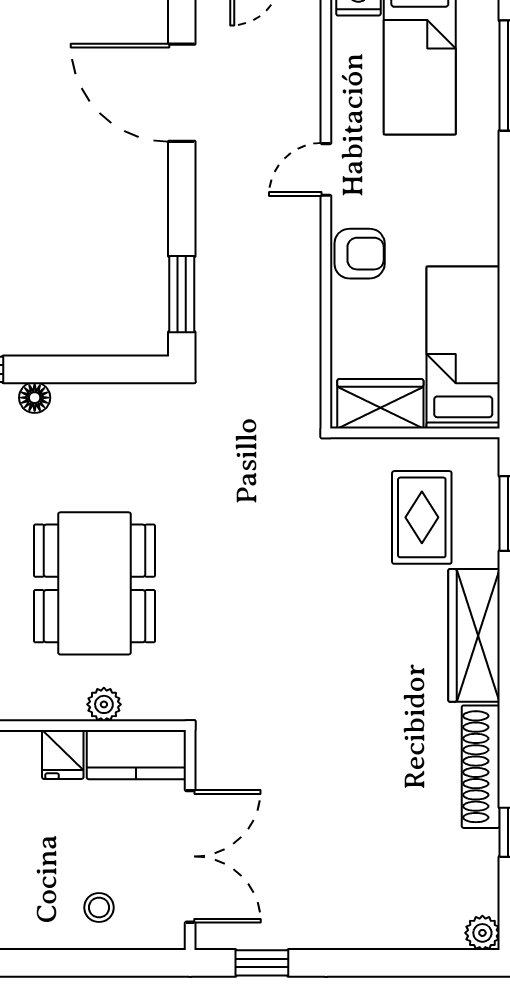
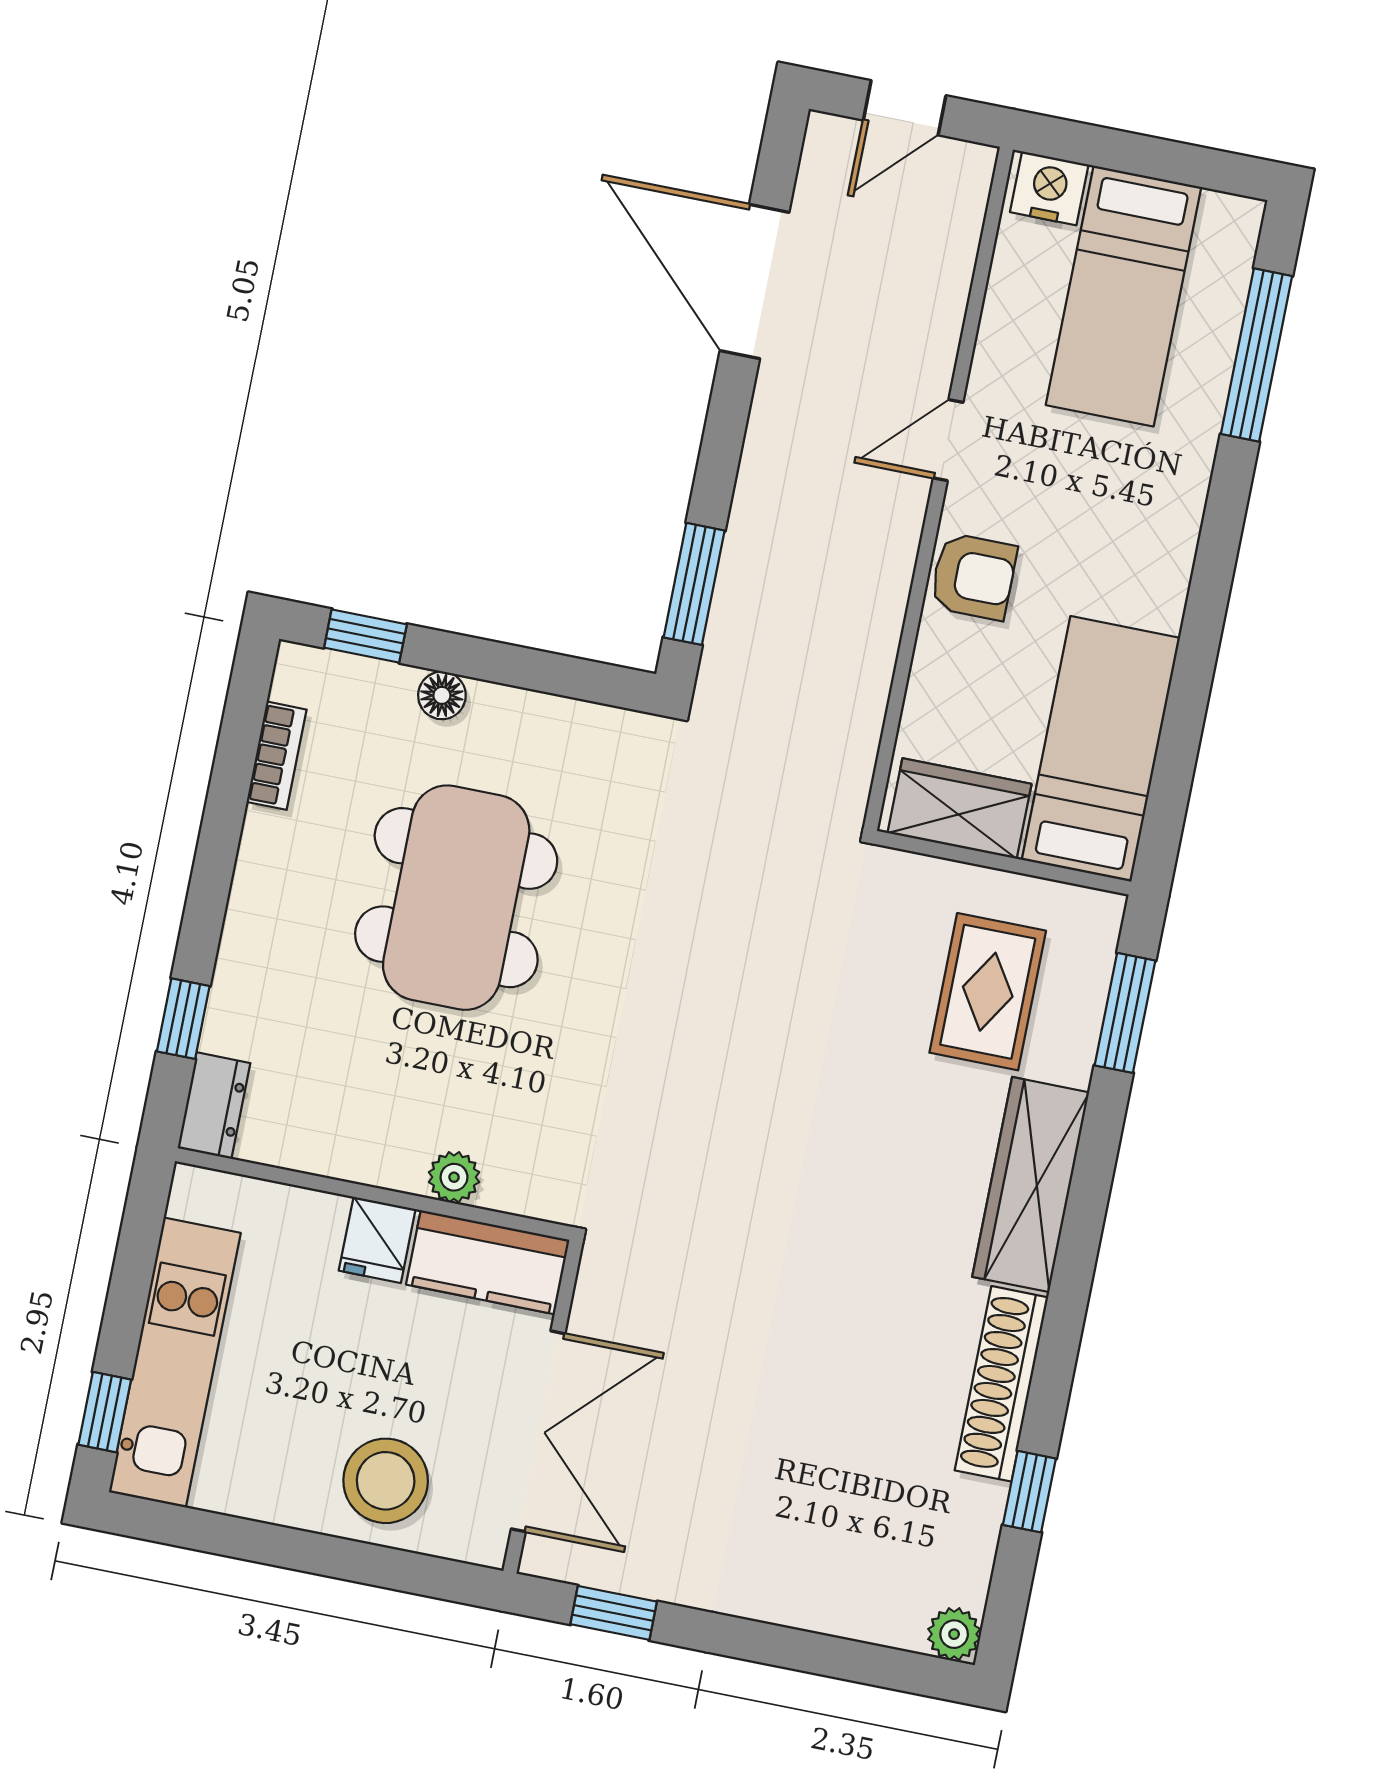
dining table: (94, 583) -> (456, 898), moved
stool: (99, 908) -> (386, 1481), width x1.89, depth x1.89

